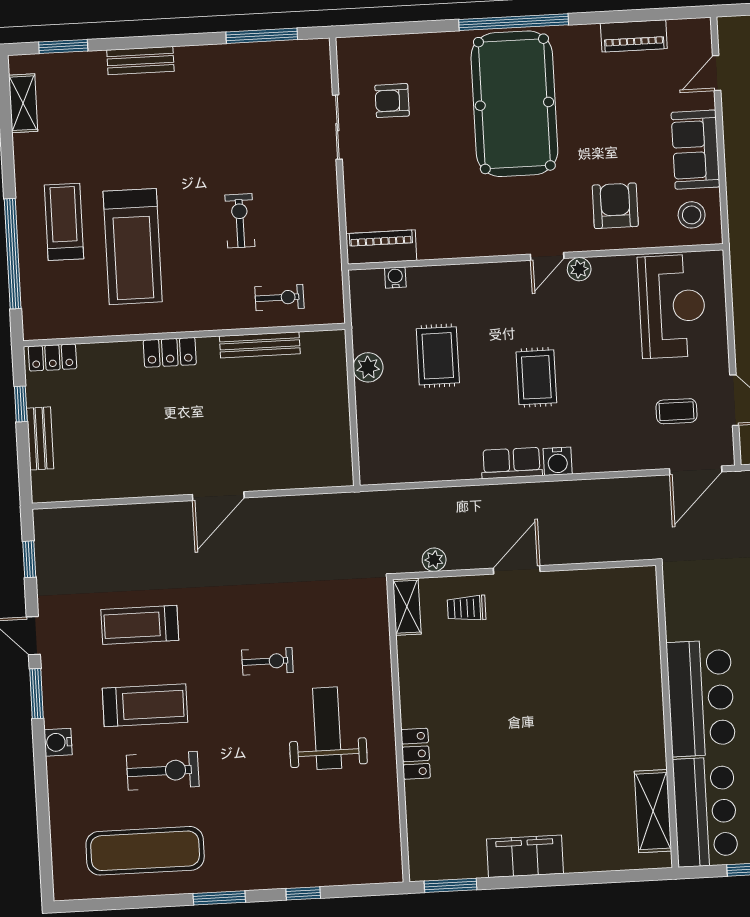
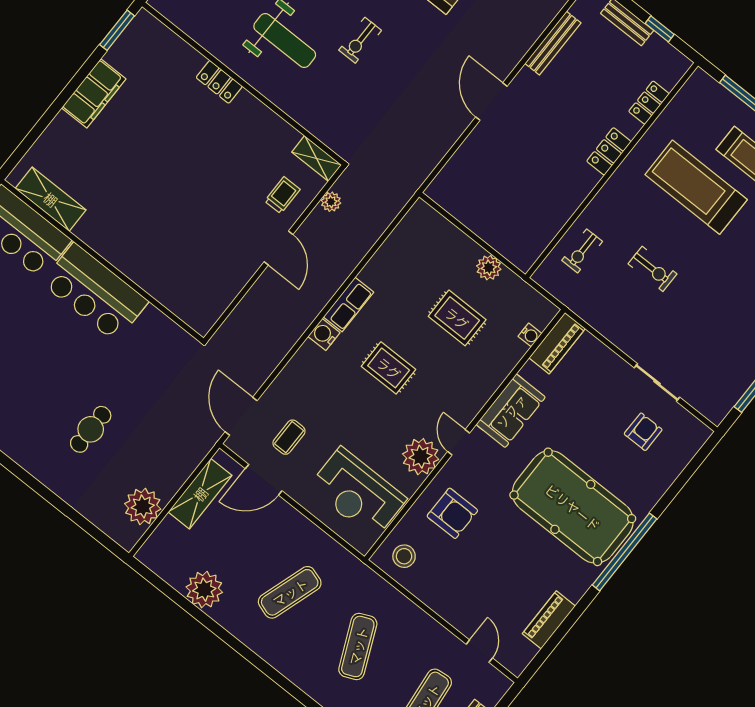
sofa: (696, 150) -> (511, 411), moved, turned 90
plant: (579, 269) -> (421, 457), width x1.88, depth x1.88
bench: (260, 345) -> (553, 43), moved
locker: (52, 358) -> (649, 103), moved

